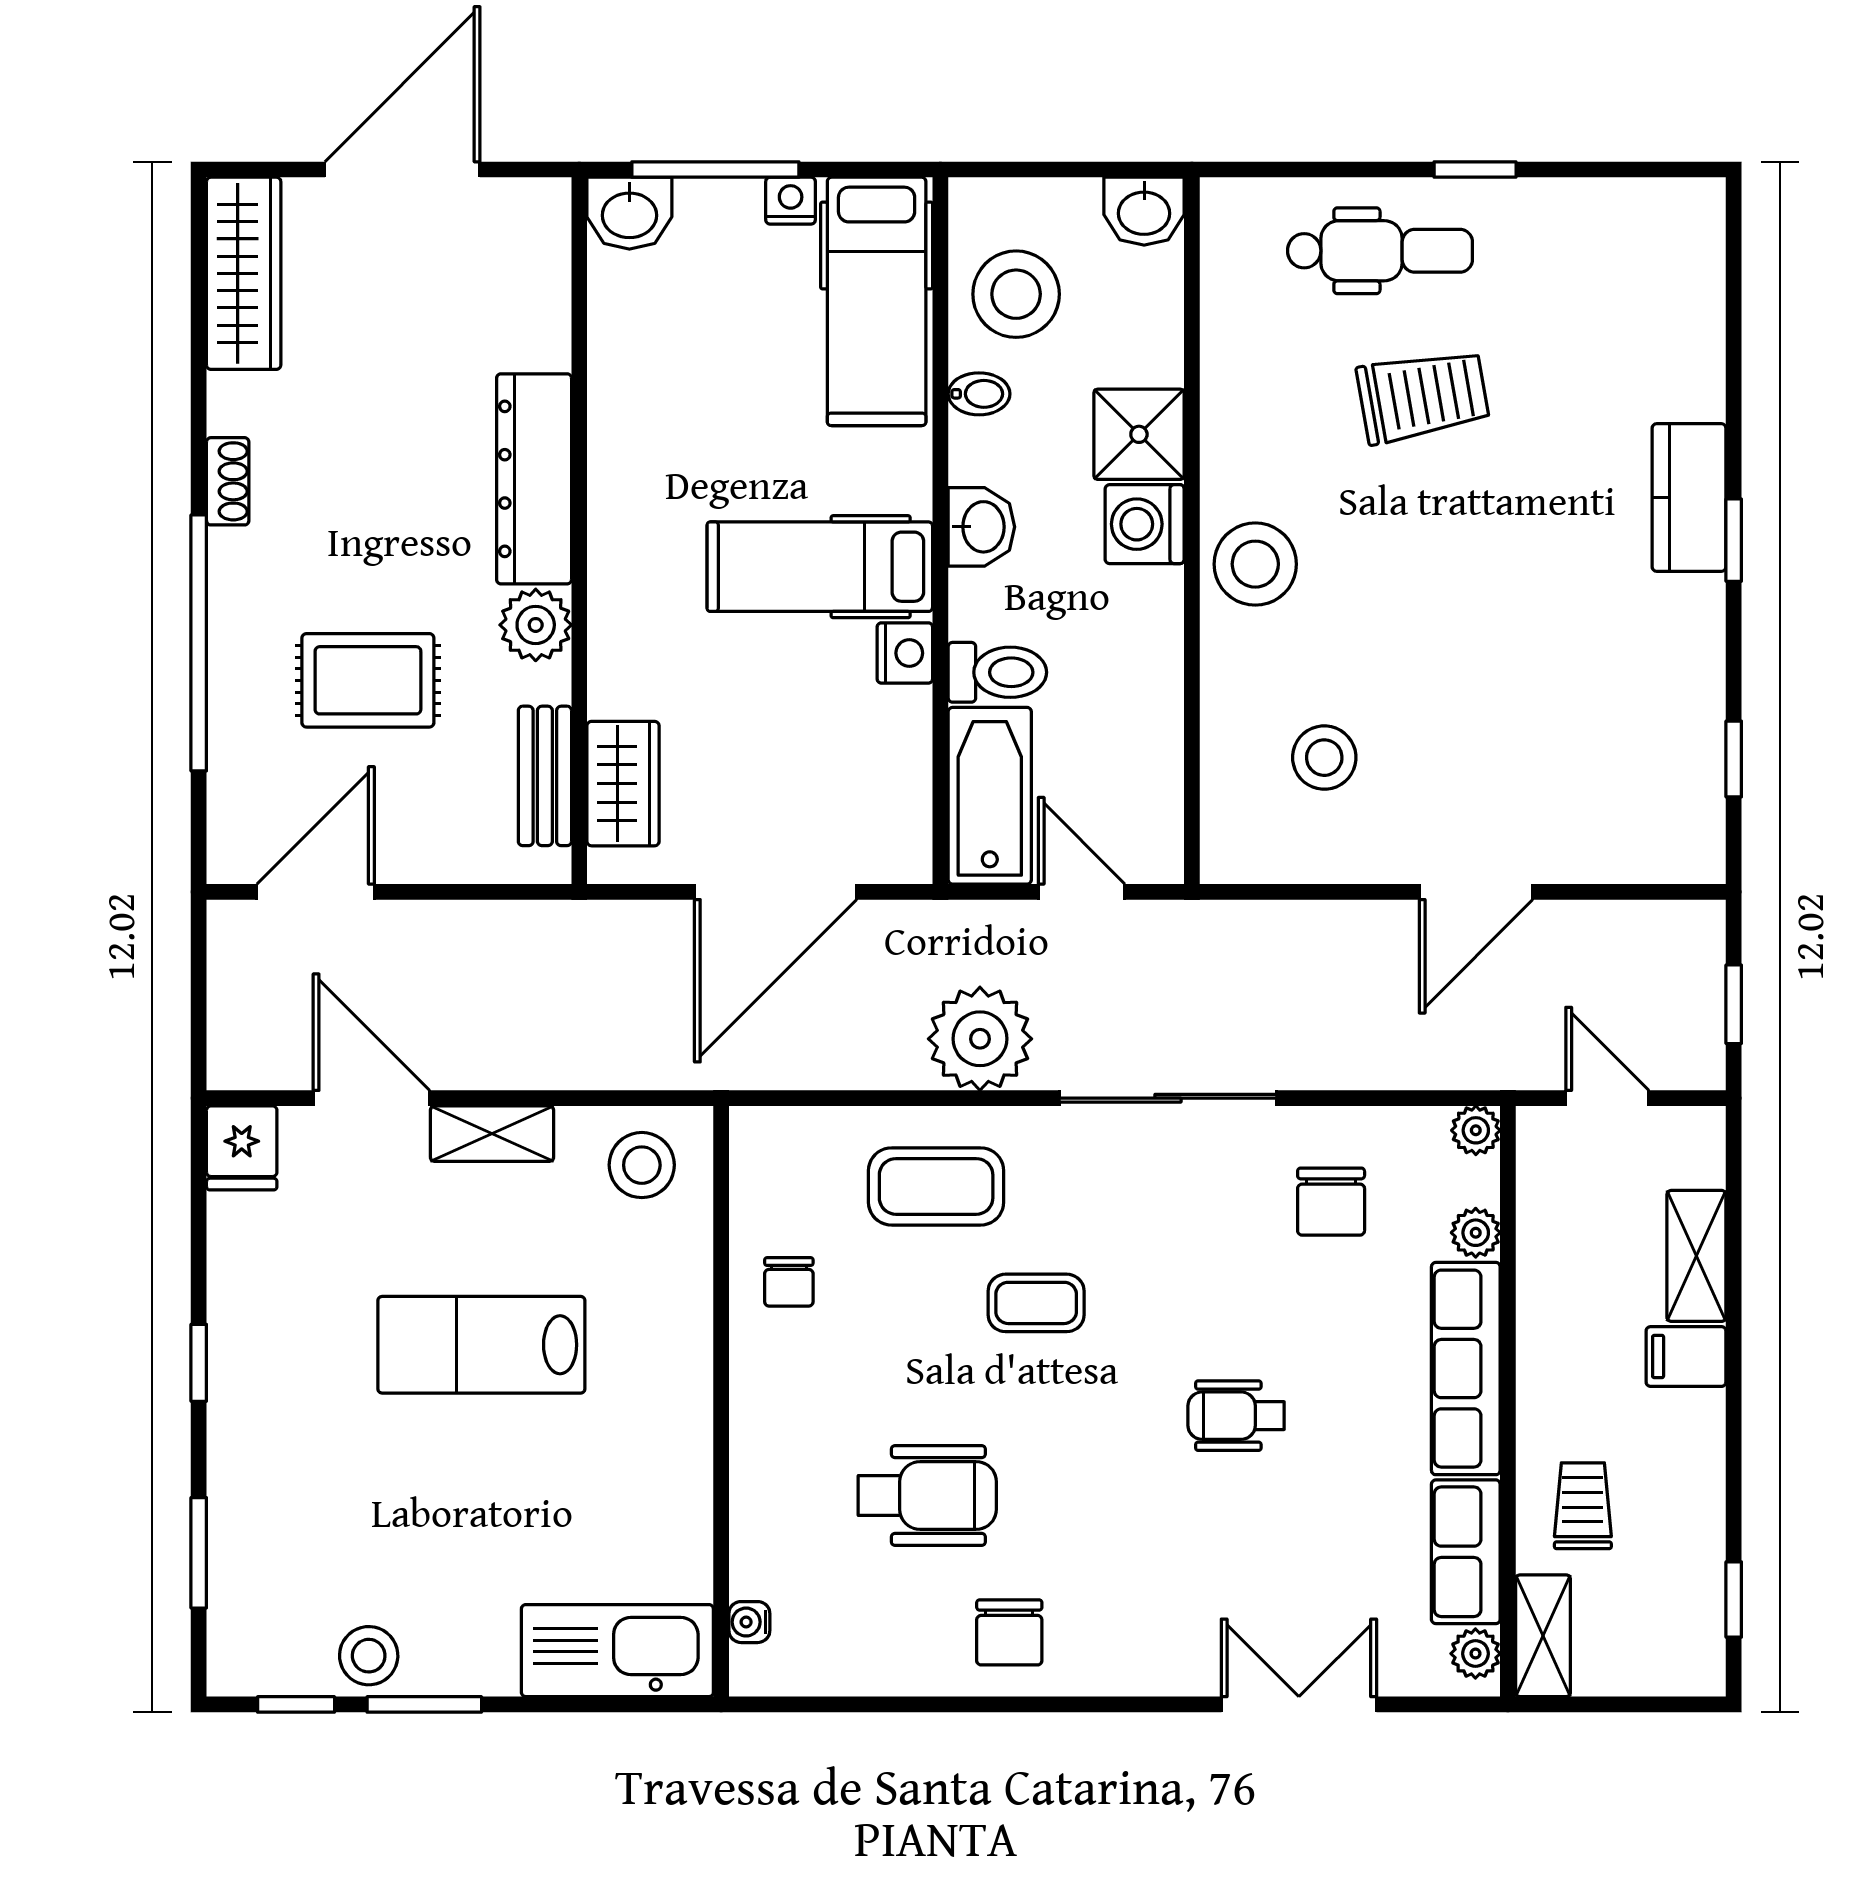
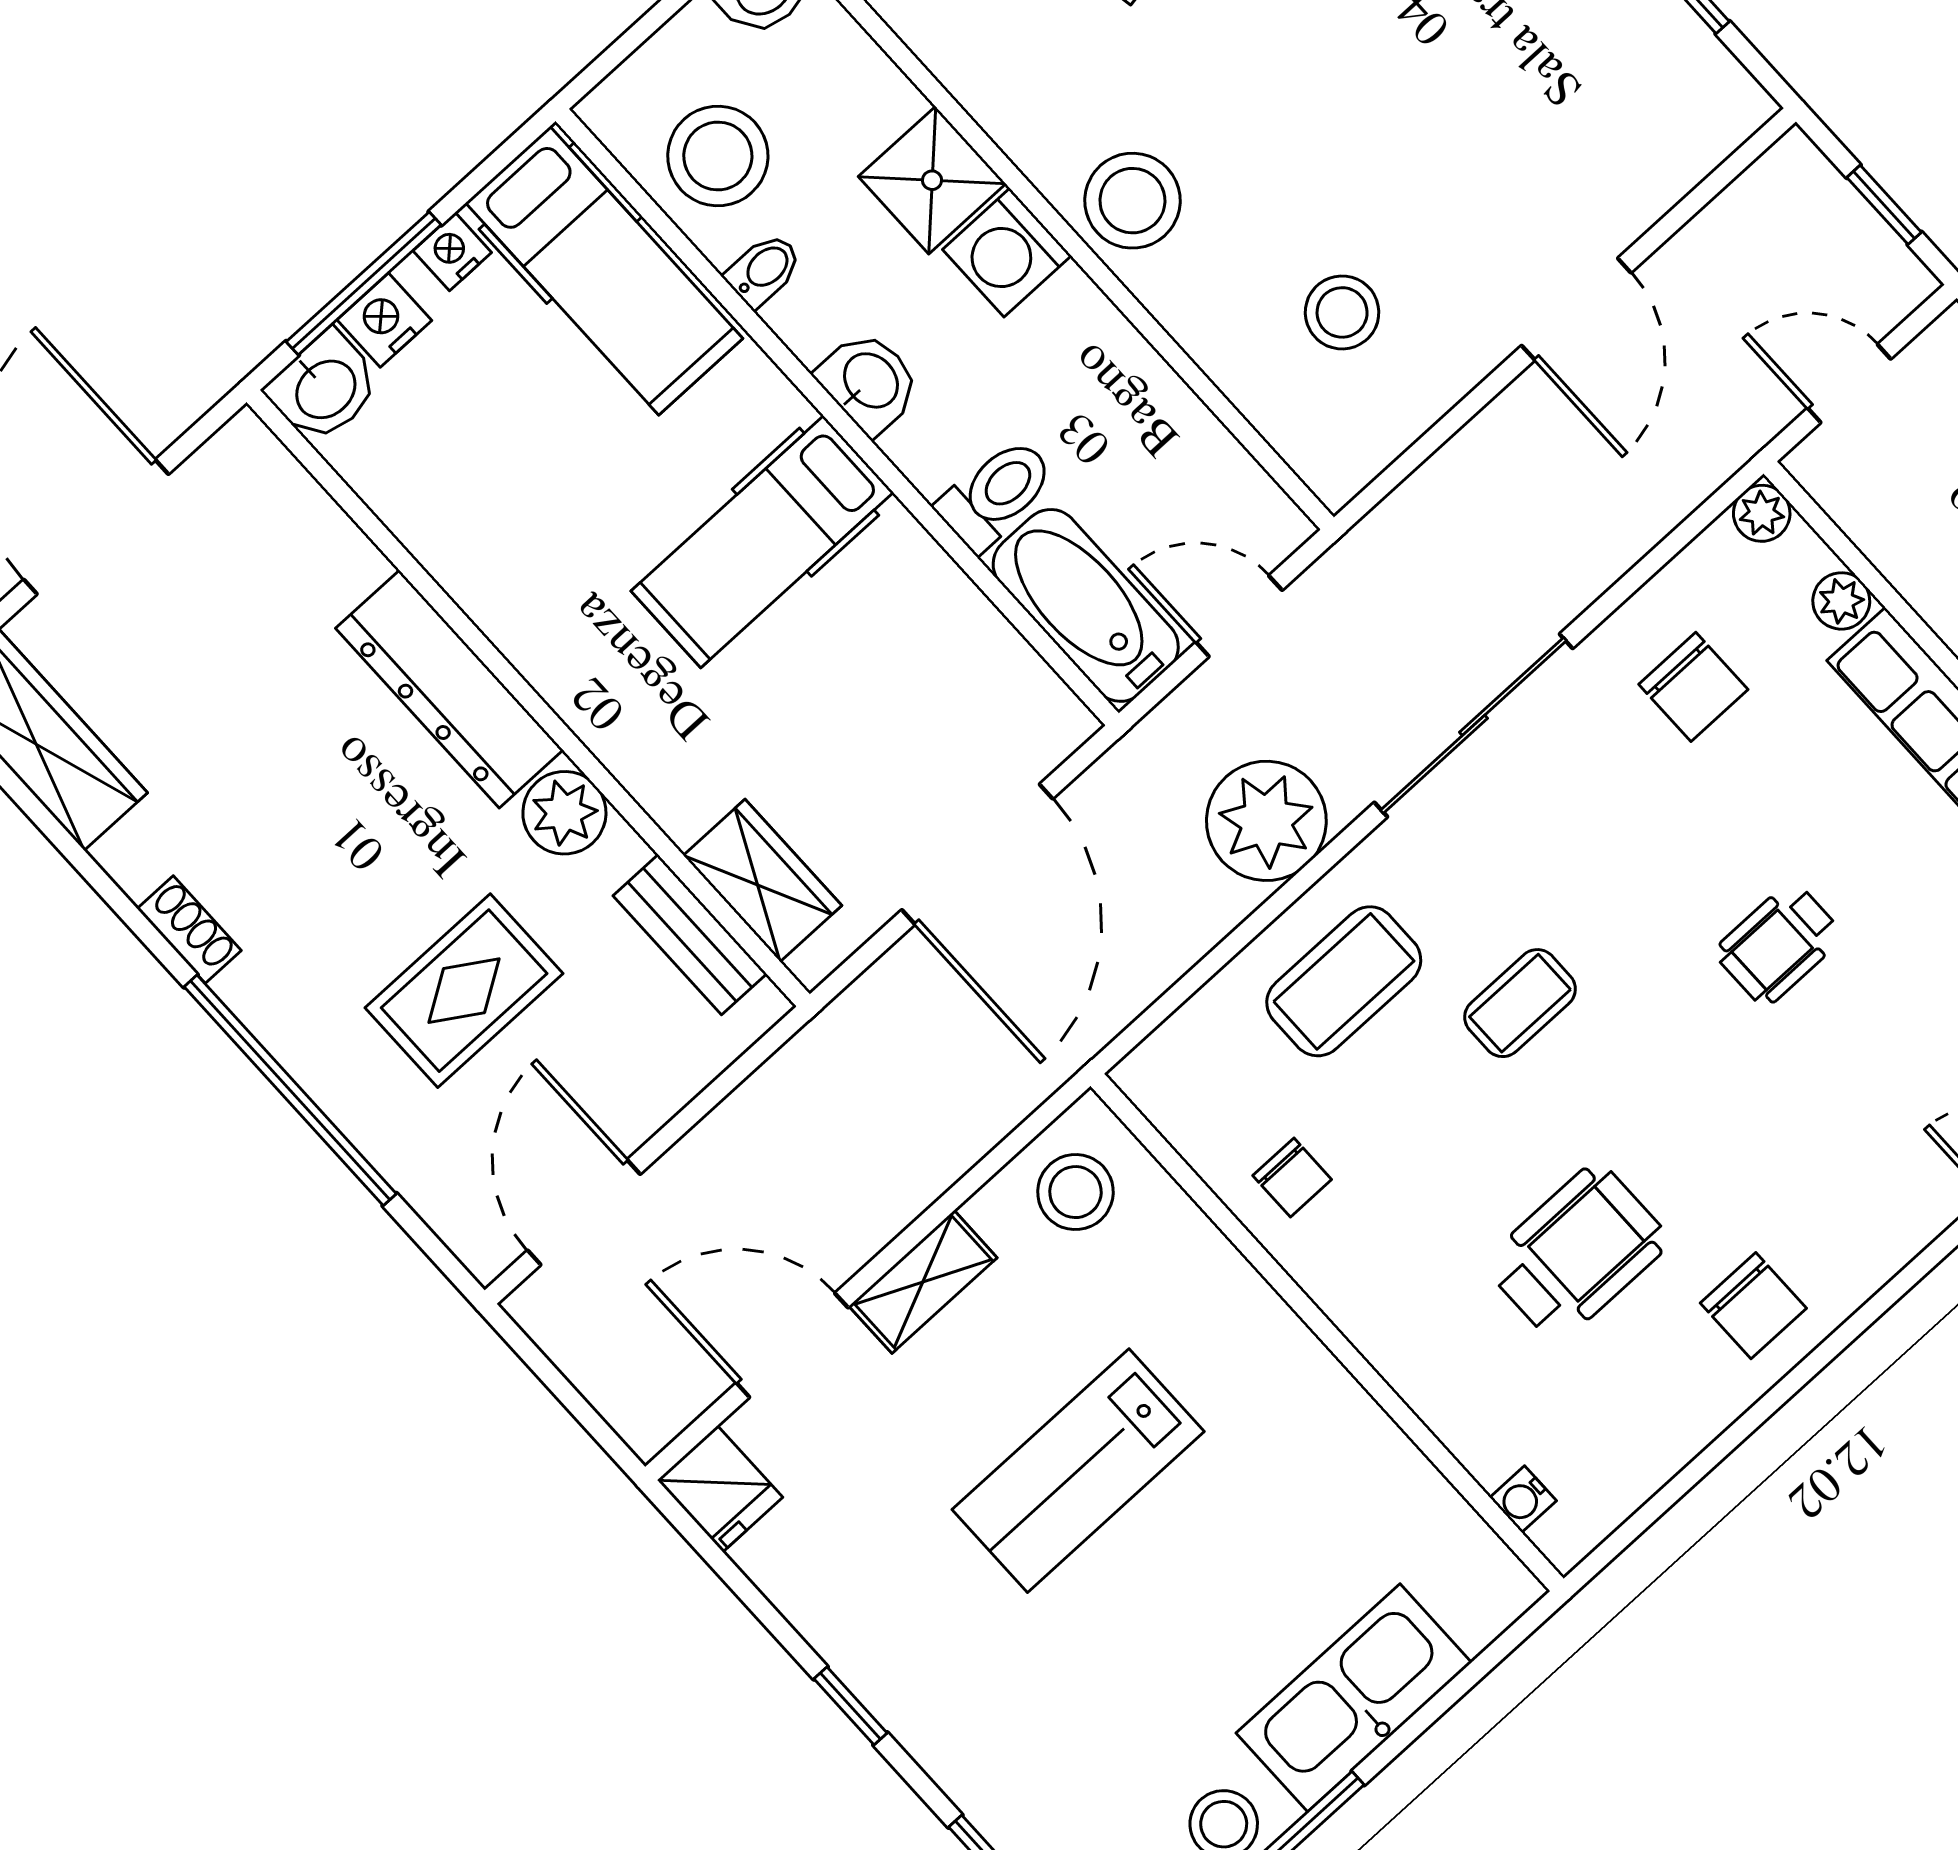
nightstand: (905, 653) -> (384, 320), moved, turned -90
kitchen sink: (617, 1651) -> (1354, 1698), moved

